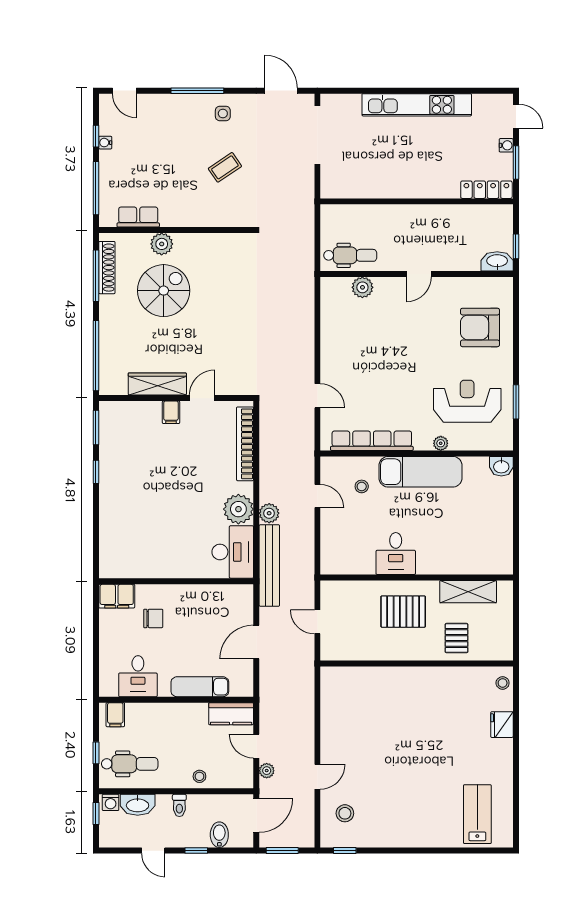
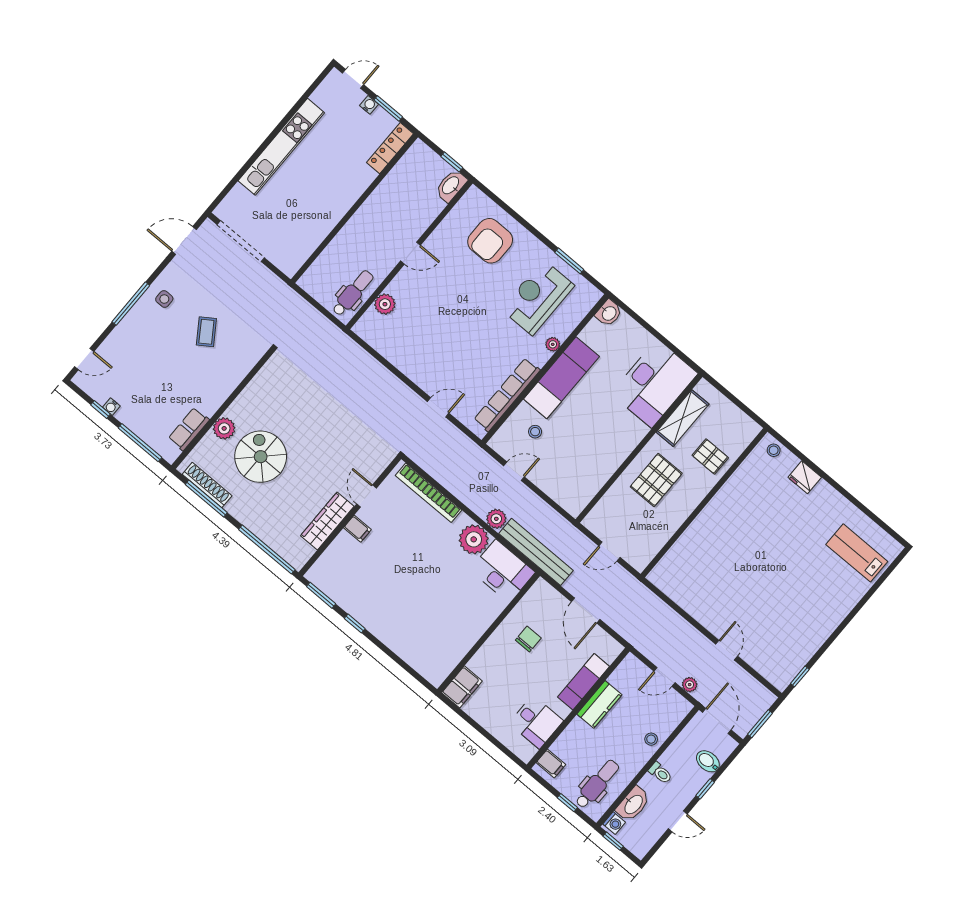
door: (419, 274) -> (411, 253), hinge flipped
desk: (396, 554) -> (654, 384), moved, width x1.87, depth x1.30
chair: (153, 618) -> (528, 639), moved
kitchen counter: (231, 714) -> (599, 704), moved
stool: (345, 813) -> (772, 653), removed

